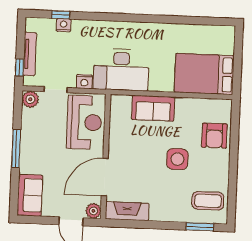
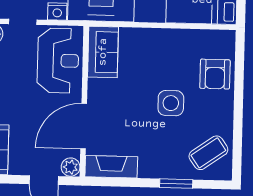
sofa: (153, 108) -> (103, 52), moved, turned -90
coffee table: (208, 201) -> (208, 153), turned -35
window: (200, 227) -> (176, 184), moved

